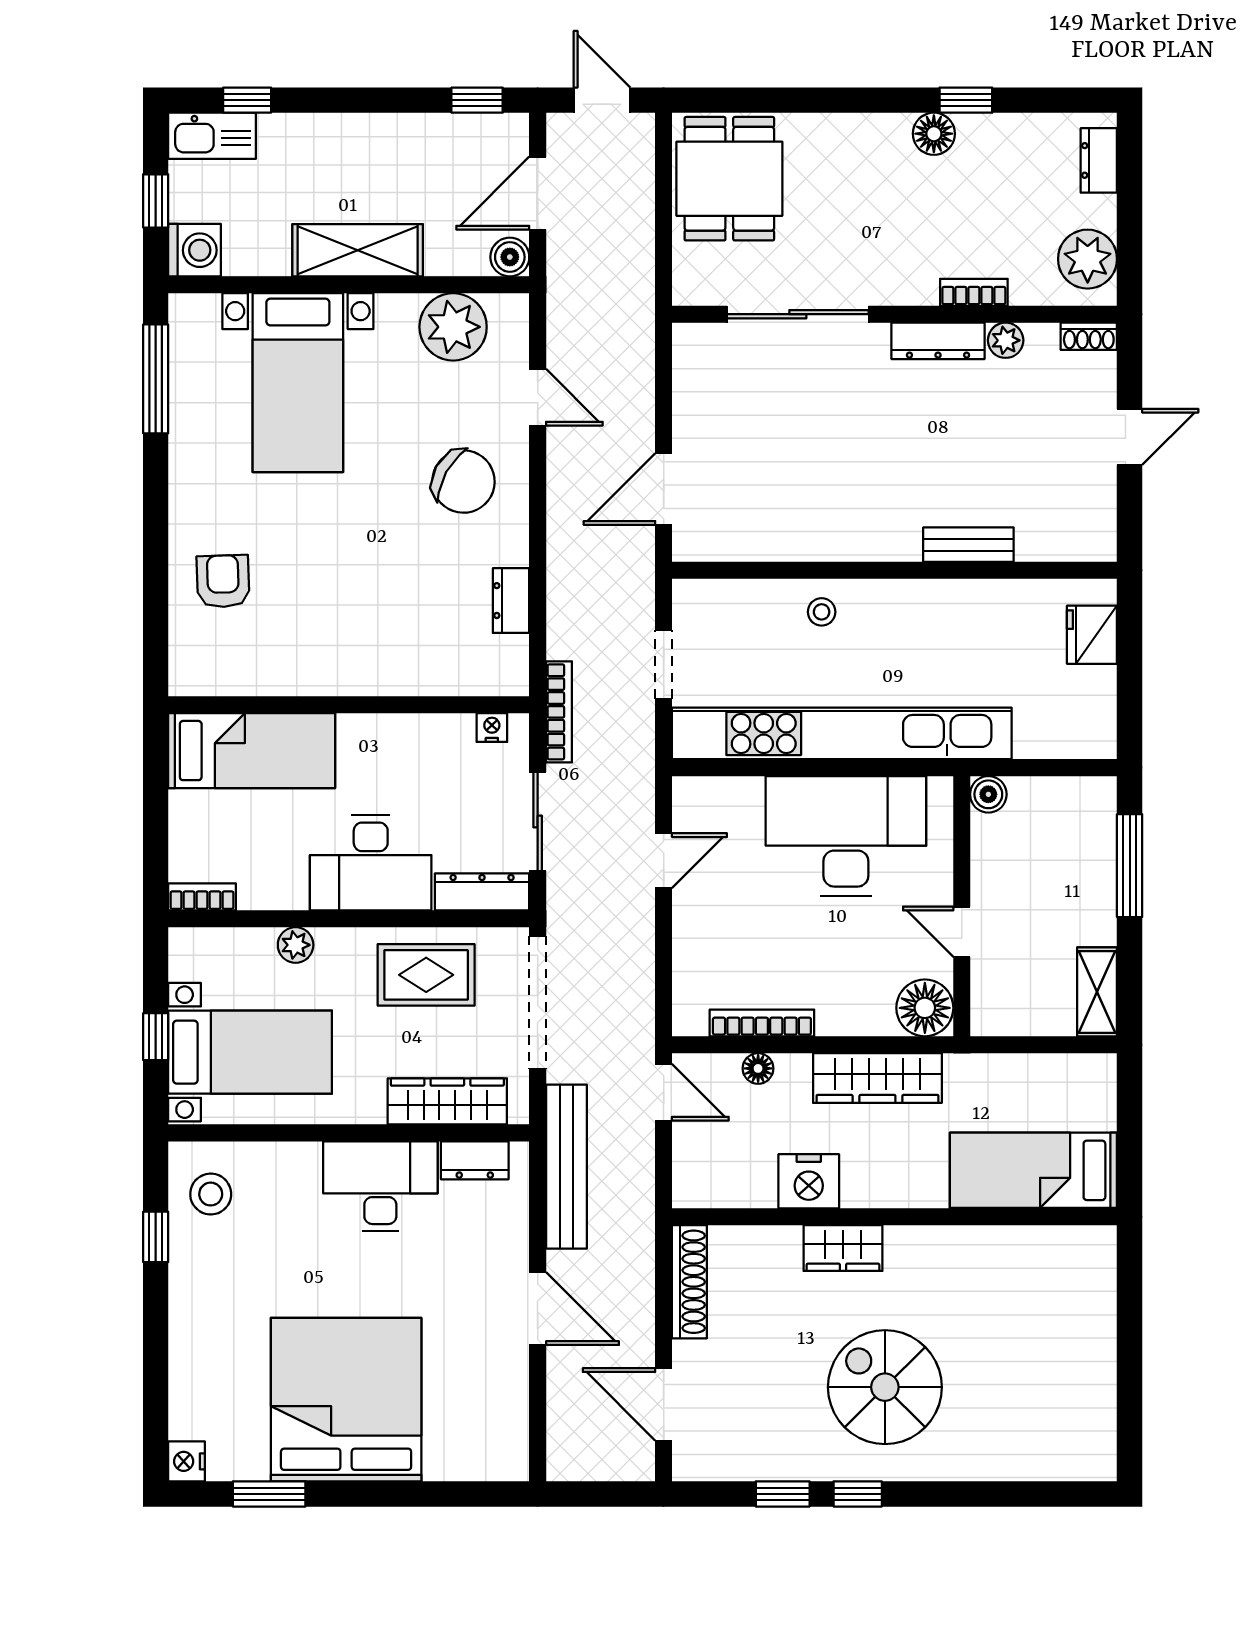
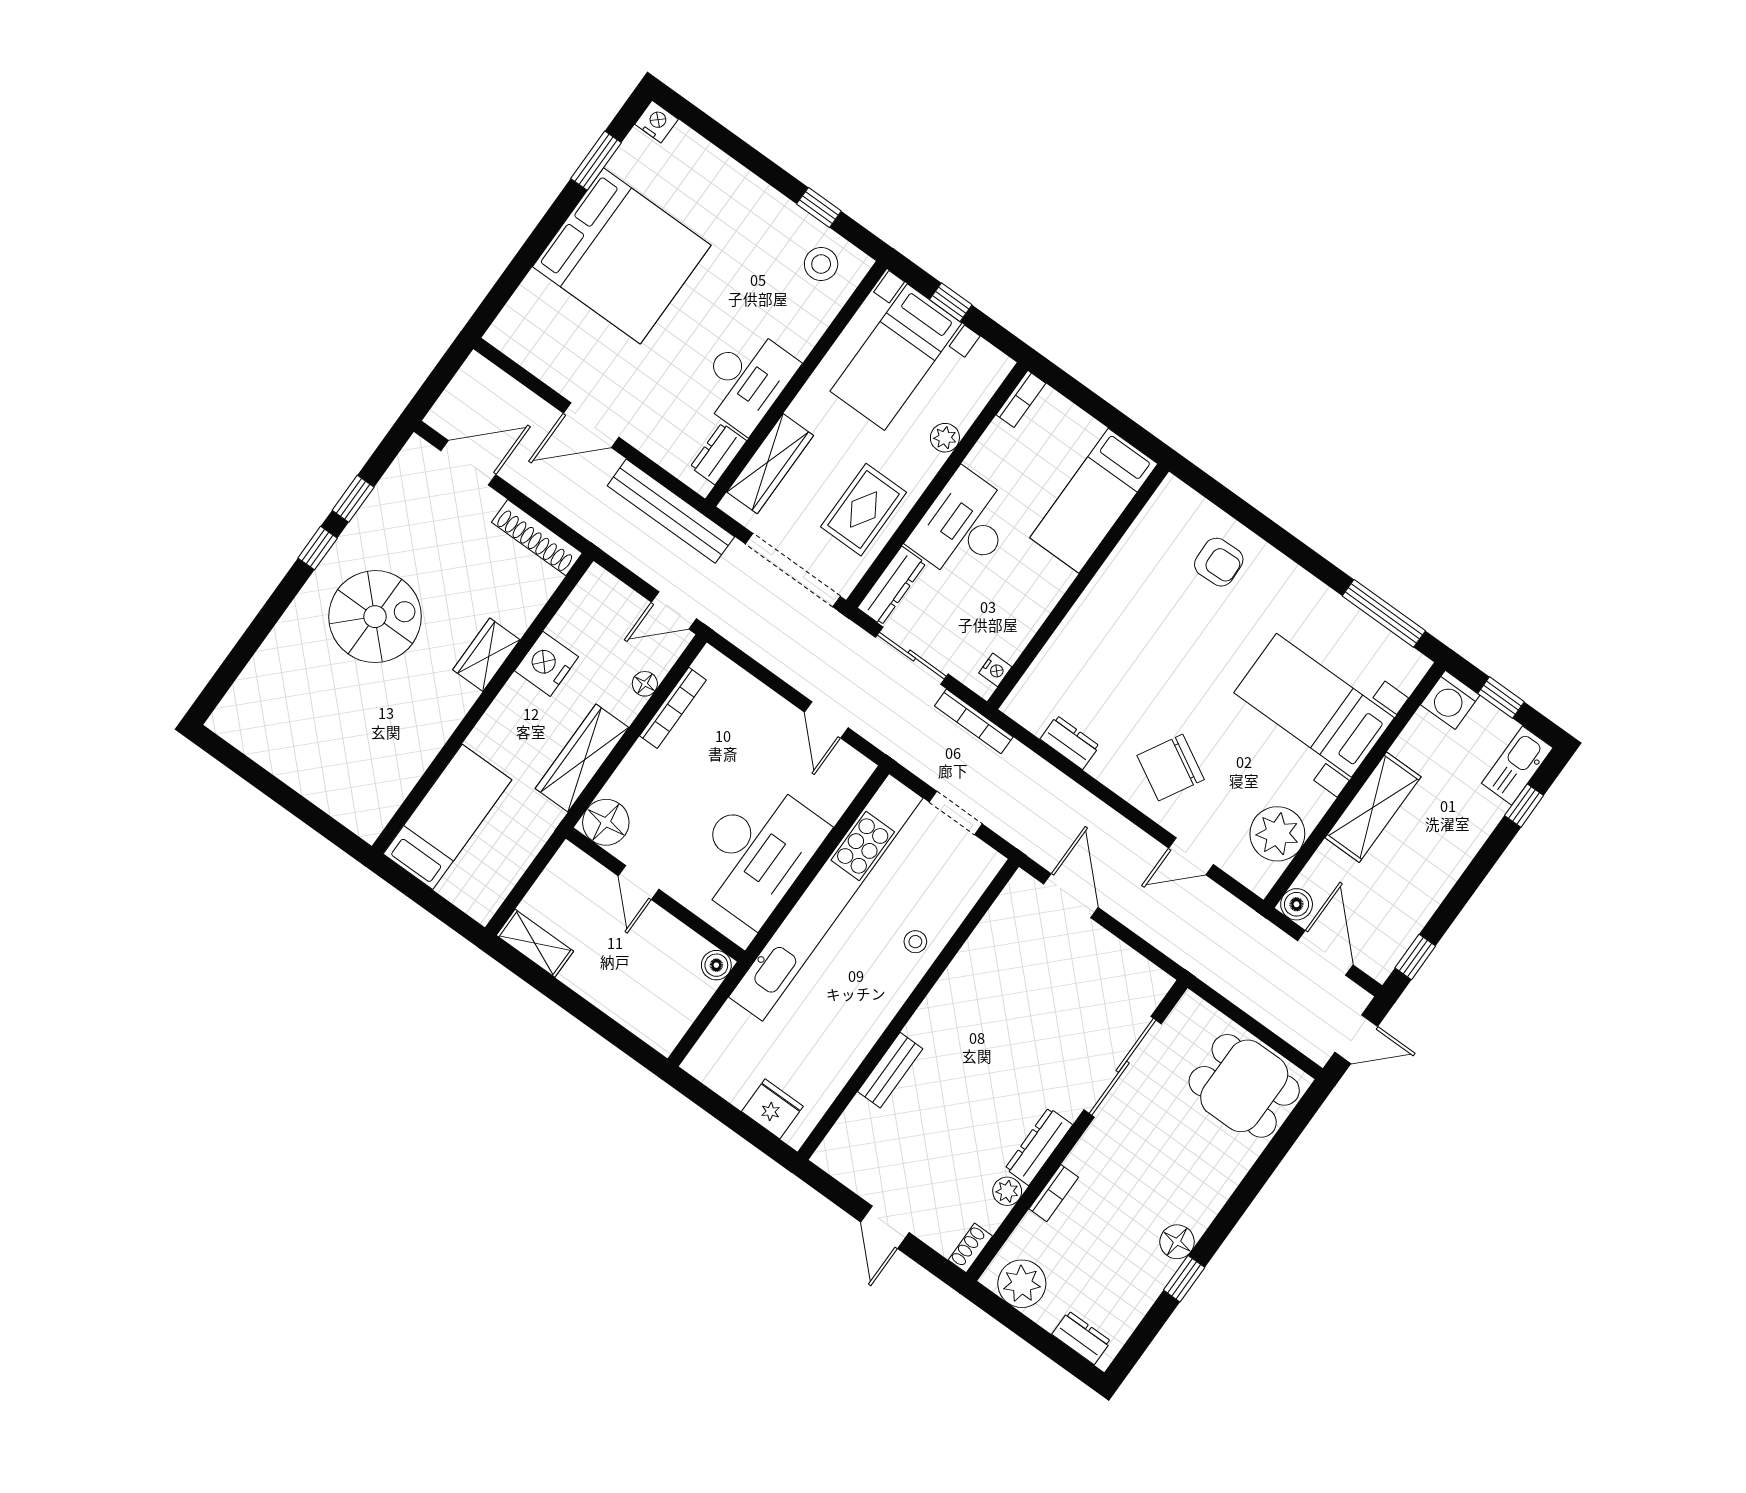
window: (1130, 866) -> (603, 1024), removed
door: (962, 932) -> (639, 883), swing flipped

